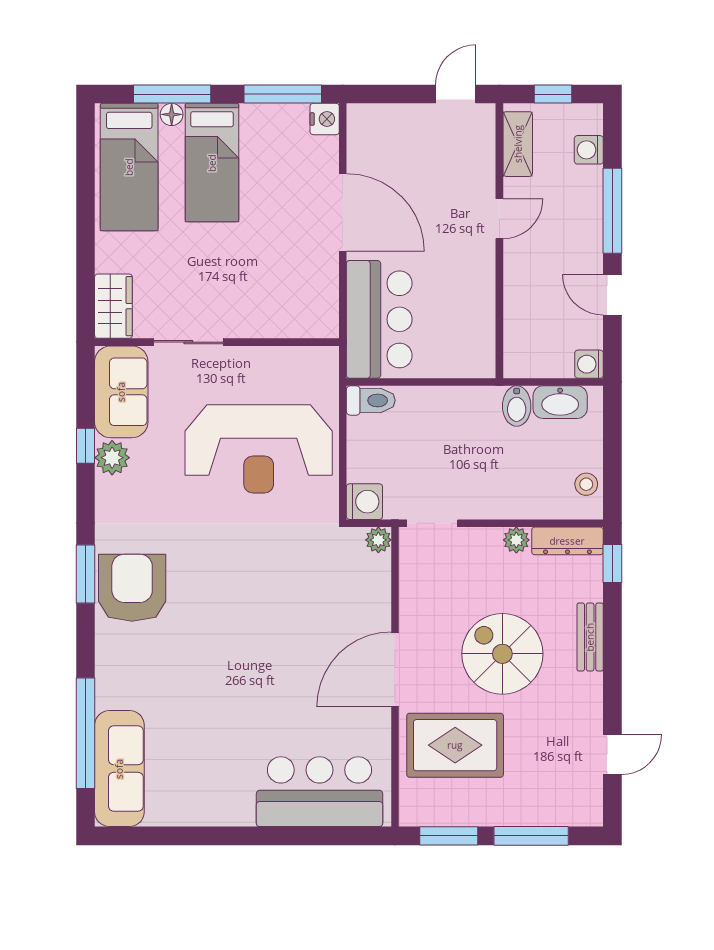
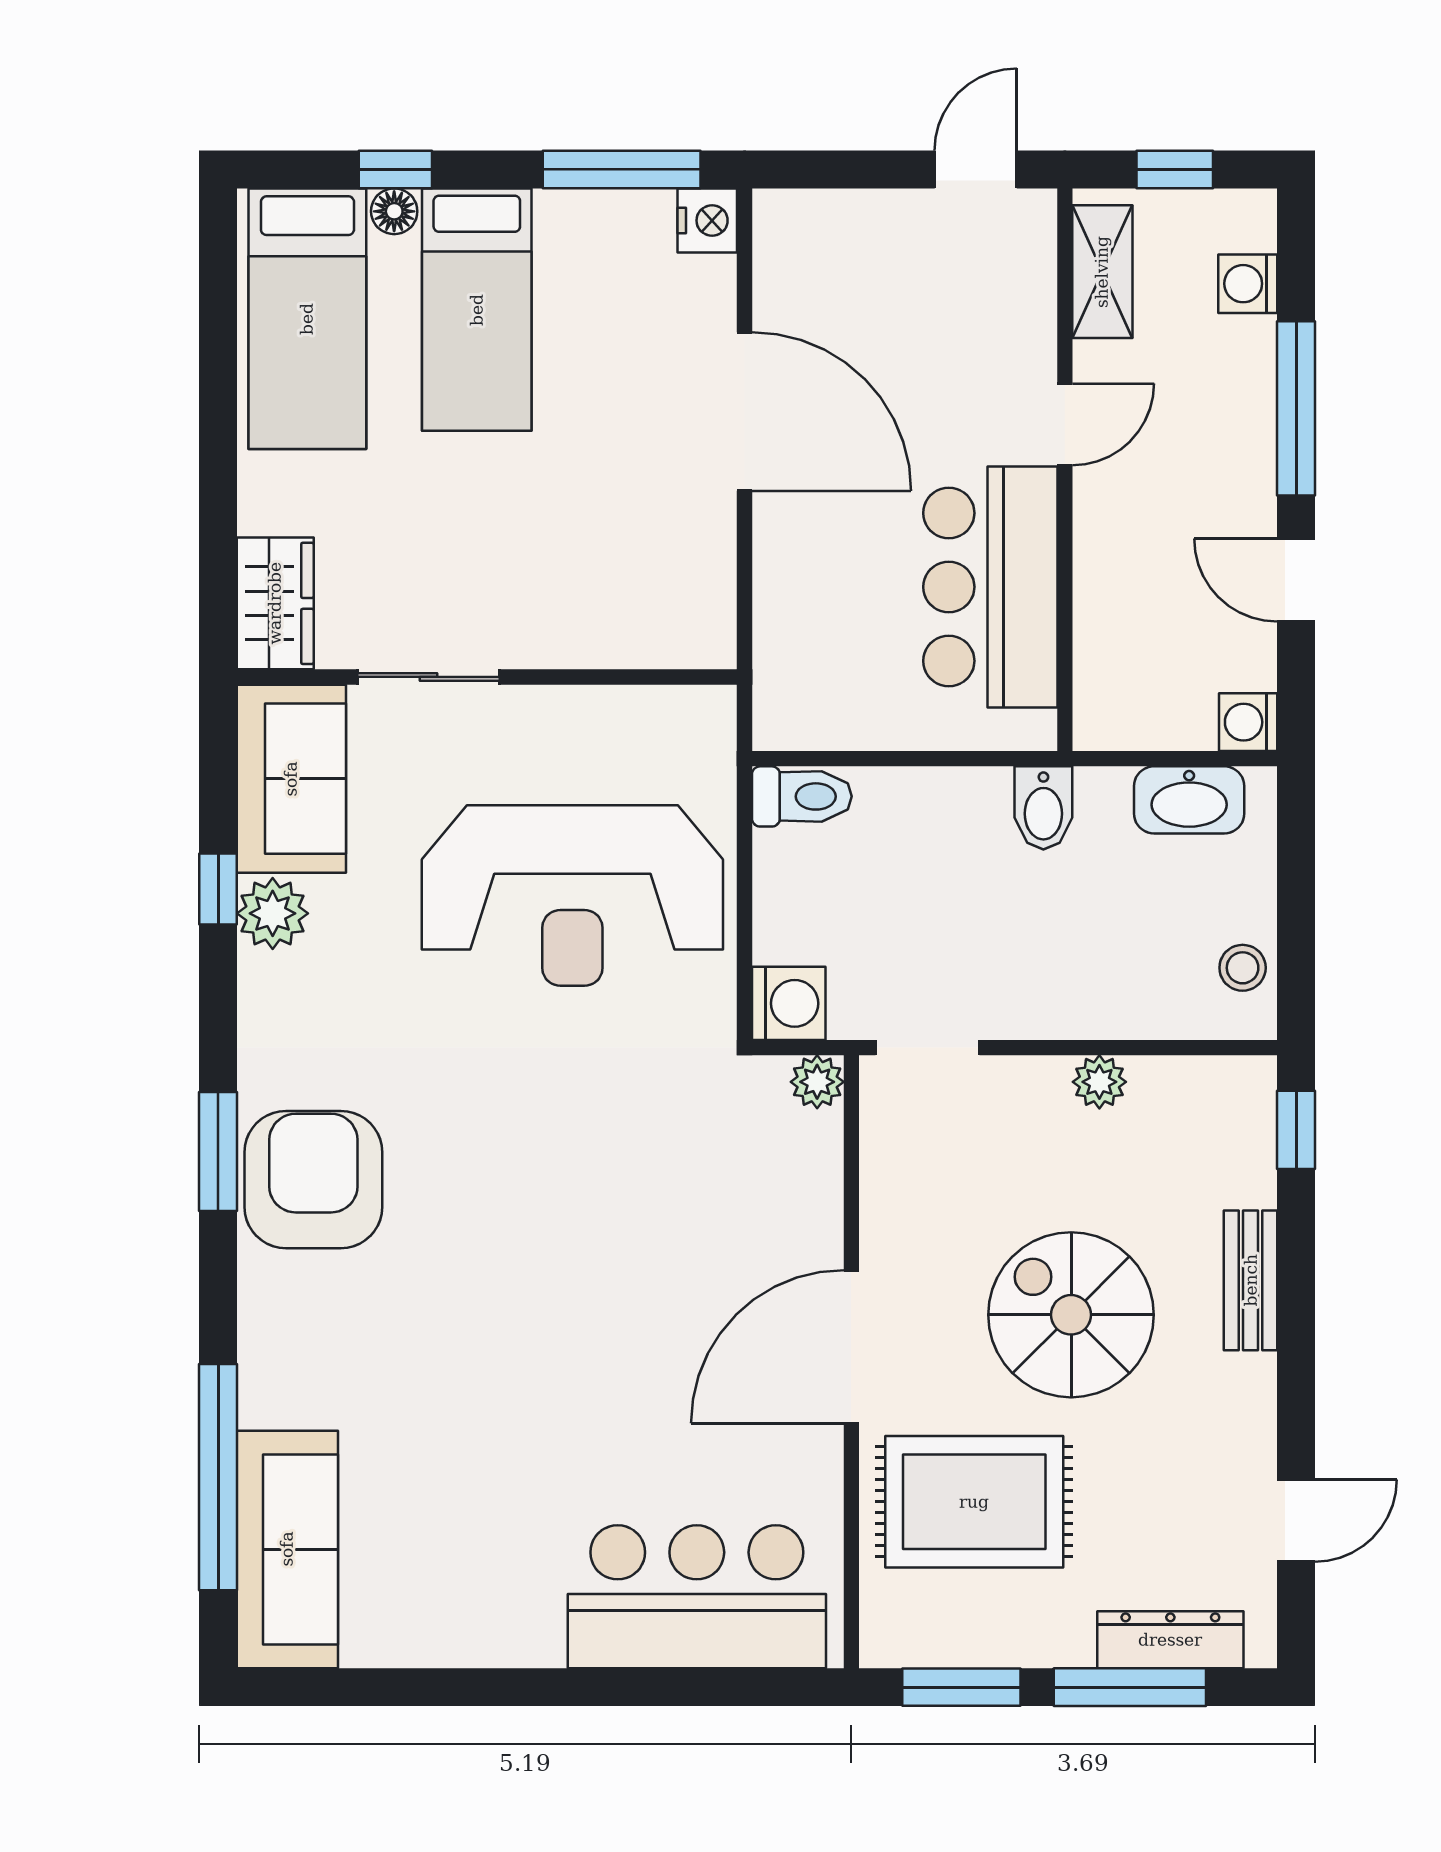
window: (172, 94) -> (395, 169), width x0.46
bar counter: (379, 319) -> (990, 587), moved, turned 180
bidet: (517, 406) -> (1043, 808), moved
dresser: (567, 541) -> (1170, 1640), moved, turned 180

